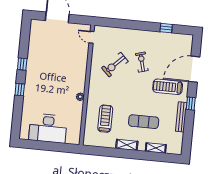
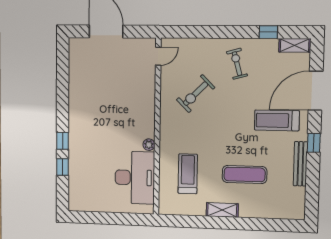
door: (92, 37) -> (158, 56), swing flipped
exercise bike: (142, 62) -> (237, 64), moved
window: (22, 64) -> (63, 167), moved
desk: (48, 128) -> (135, 178), moved, turned -90
shelving: (156, 148) -> (295, 45), moved

